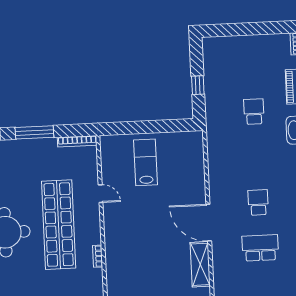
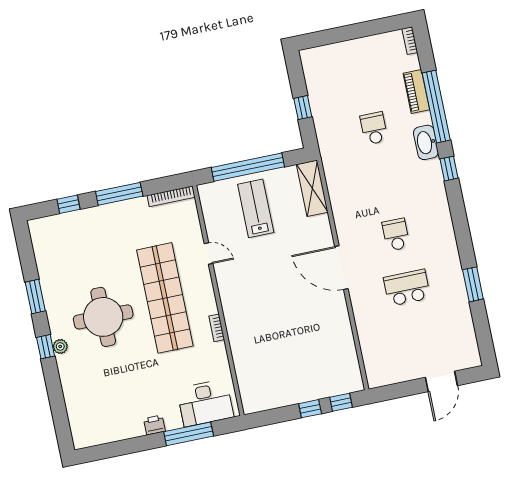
window: (144, 127) -> (248, 167), added
shelving: (200, 264) -> (312, 188), moved

